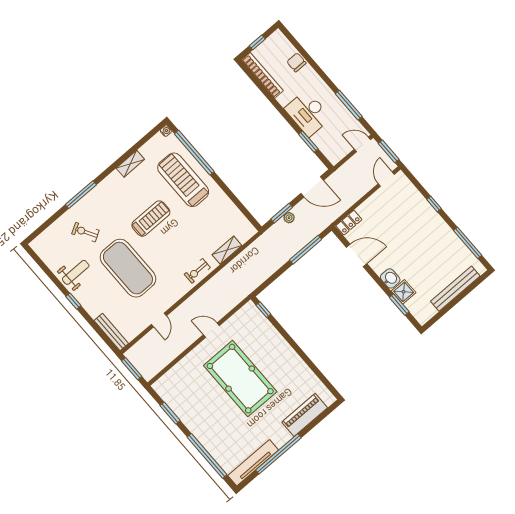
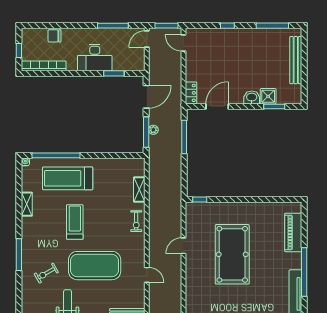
window: (282, 213) -> (146, 132), width x1.44
pool table: (240, 379) -> (232, 254), turned 90

